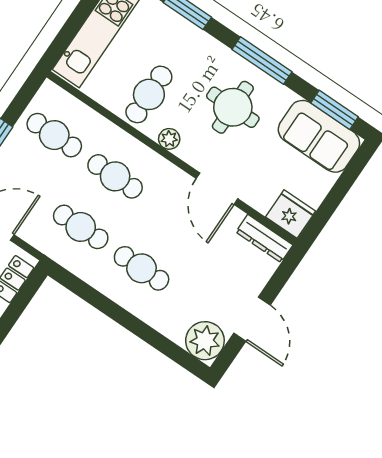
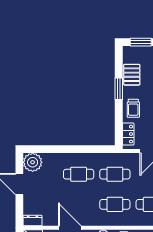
dresser: (264, 238) -> (33, 220), width x0.70

